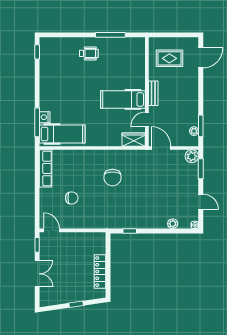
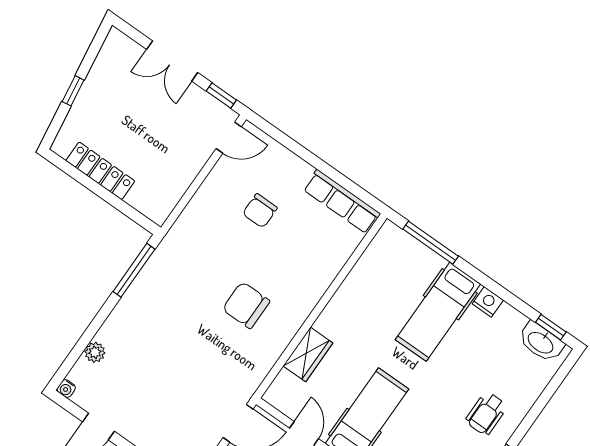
washbasin: (46, 52) -> (541, 342), added
nightstand: (45, 117) -> (488, 302), moved
hospital bed: (62, 134) -> (438, 312), moved
wardrobe: (134, 140) -> (308, 354), moved
window: (130, 231) -> (134, 270), width x2.17

